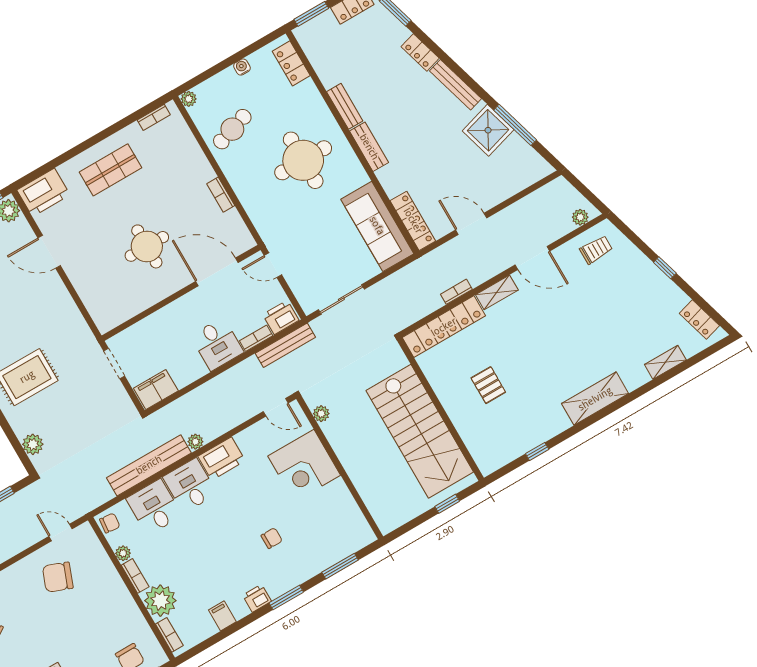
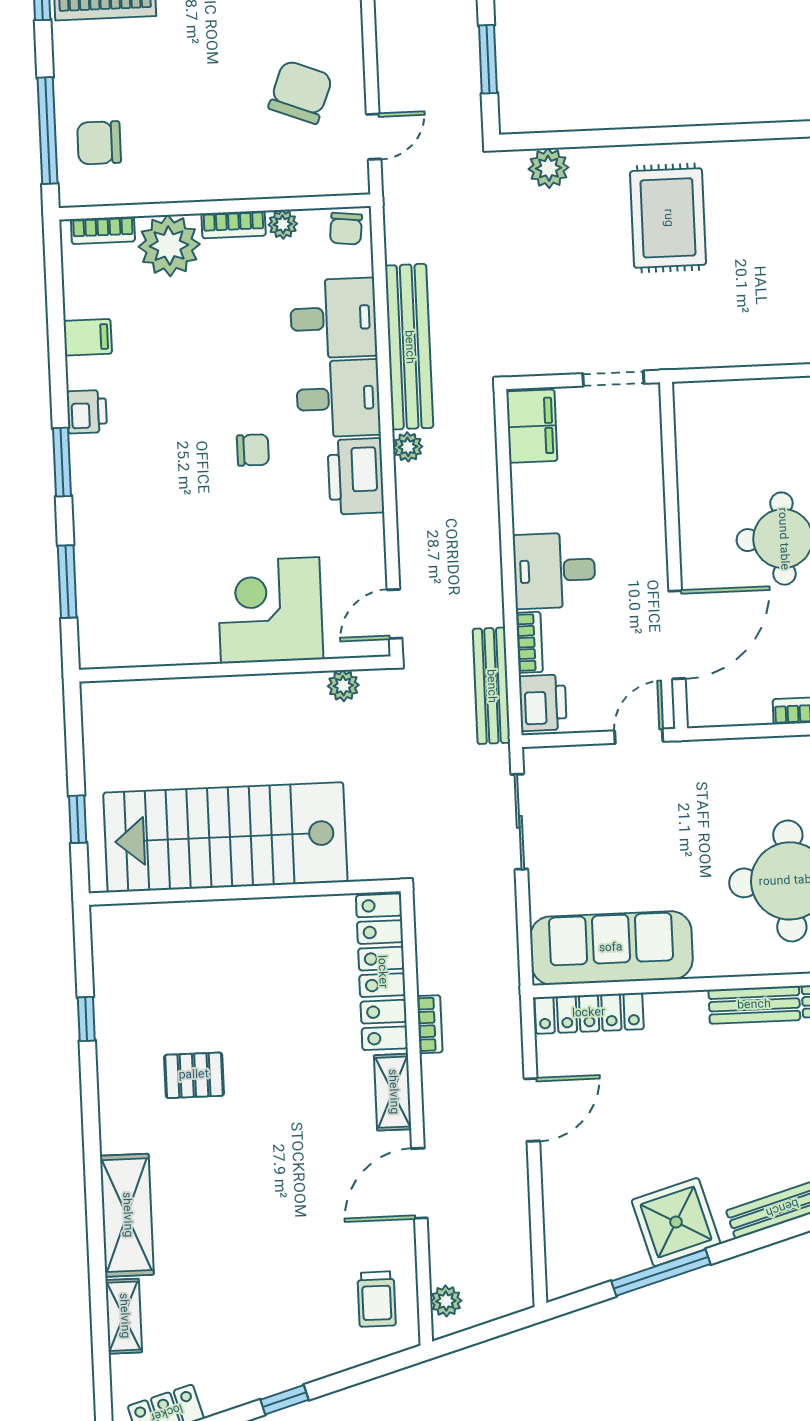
pallet: (488, 385) -> (194, 1075), moved
shelving: (595, 399) -> (127, 1215), moved
chair: (272, 538) -> (253, 450), moved, turned -90

